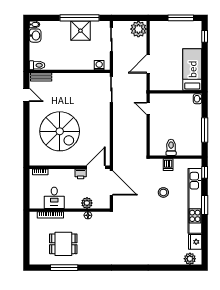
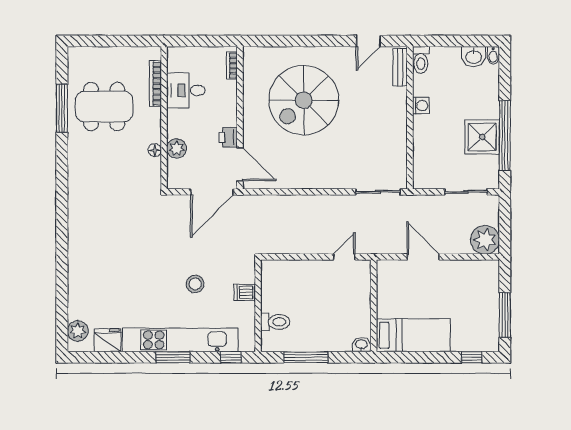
washing machine: (99, 65) -> (421, 106), moved
toilet: (171, 147) -> (275, 322), moved
dining table: (63, 244) -> (104, 107), width x1.38

